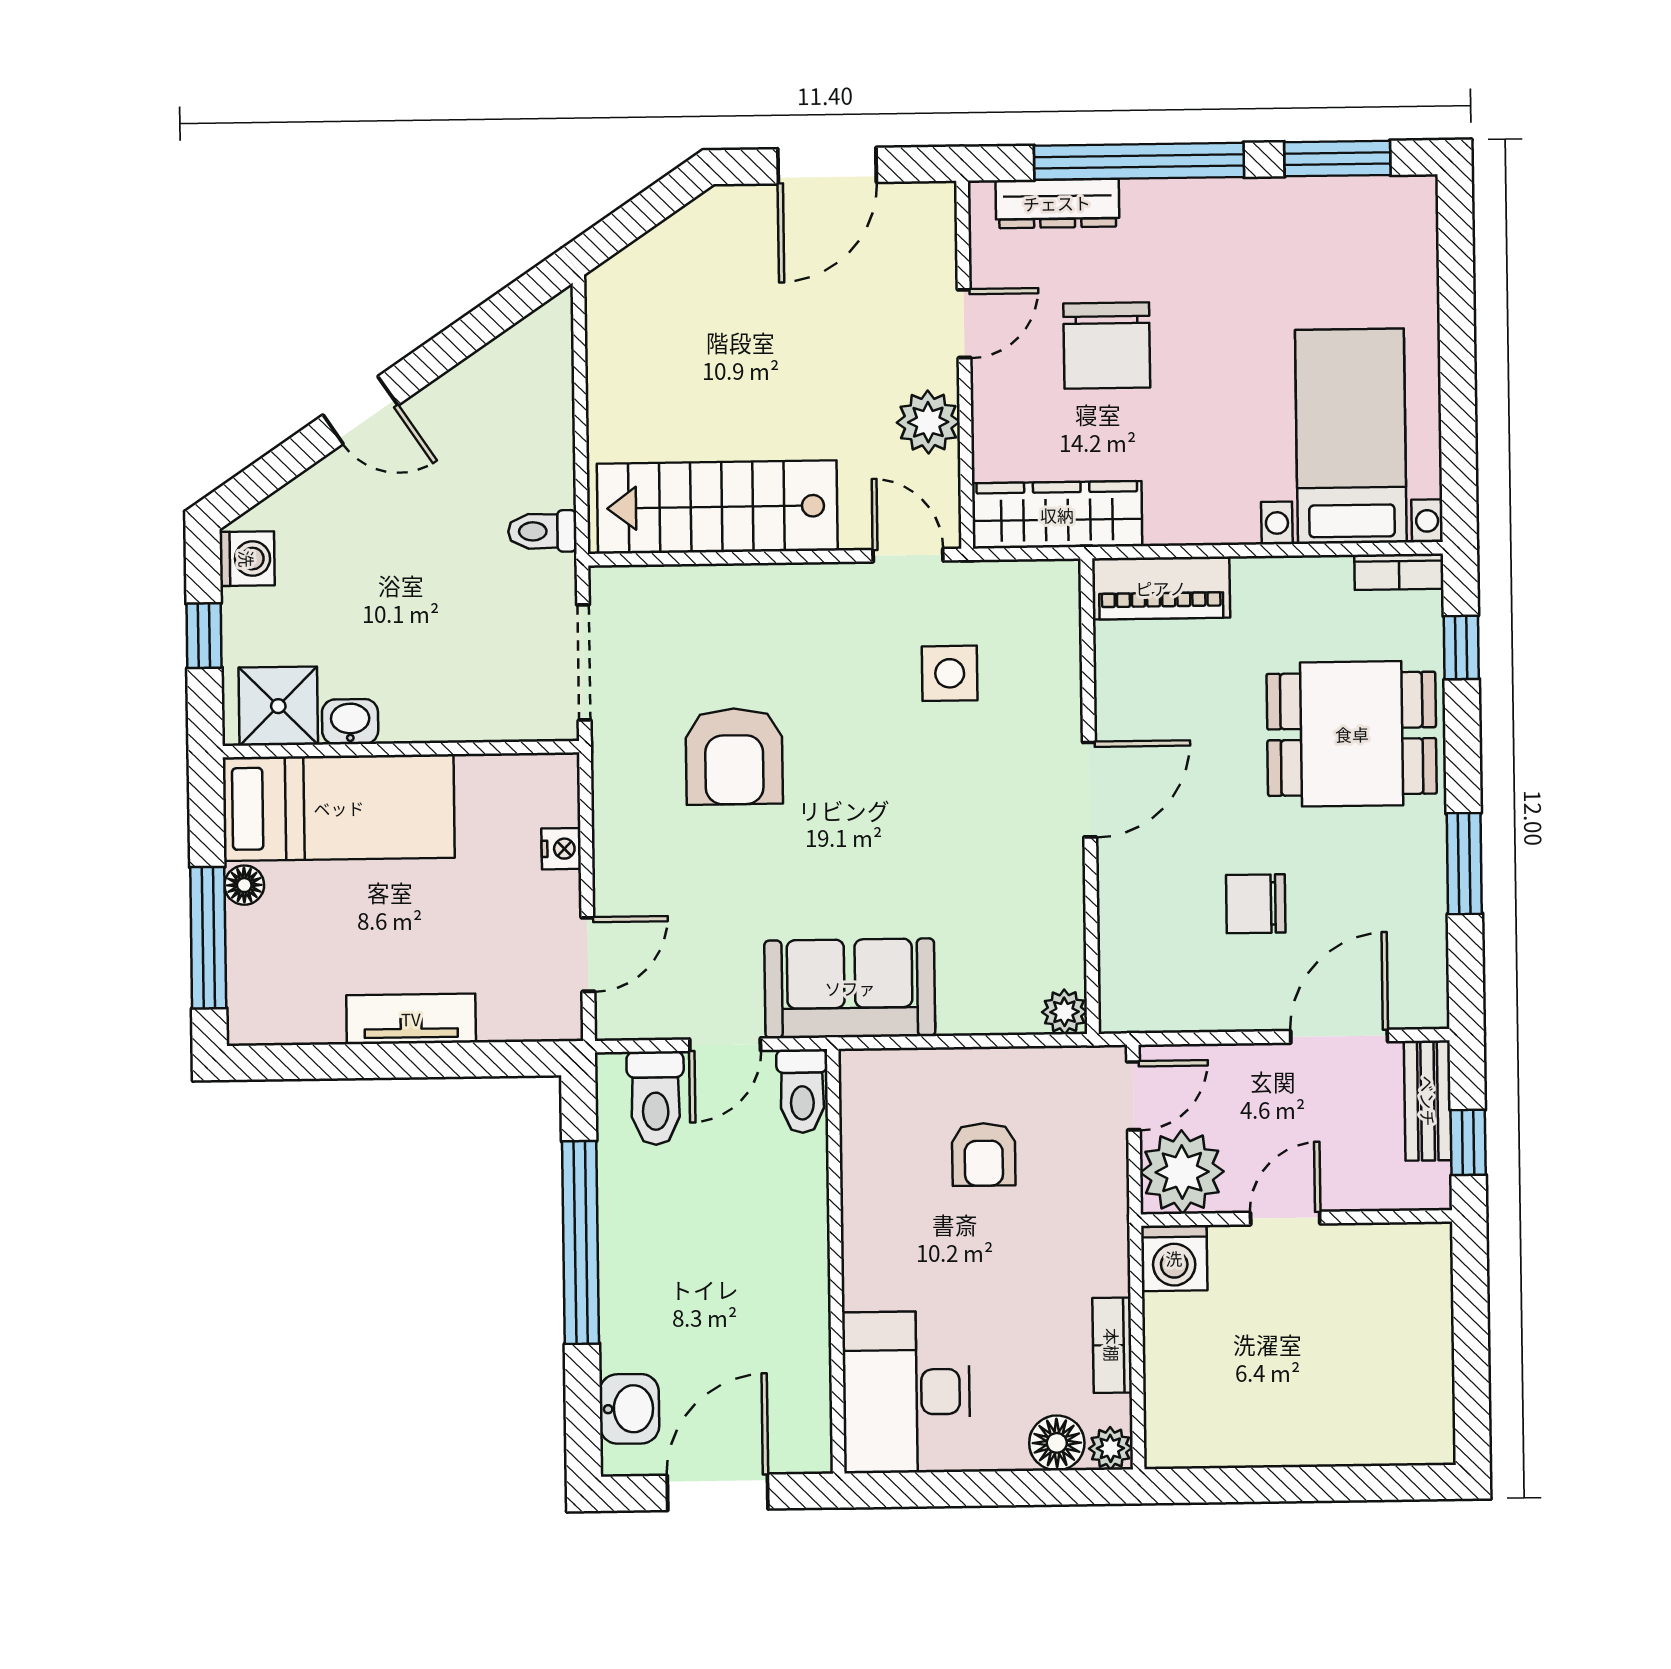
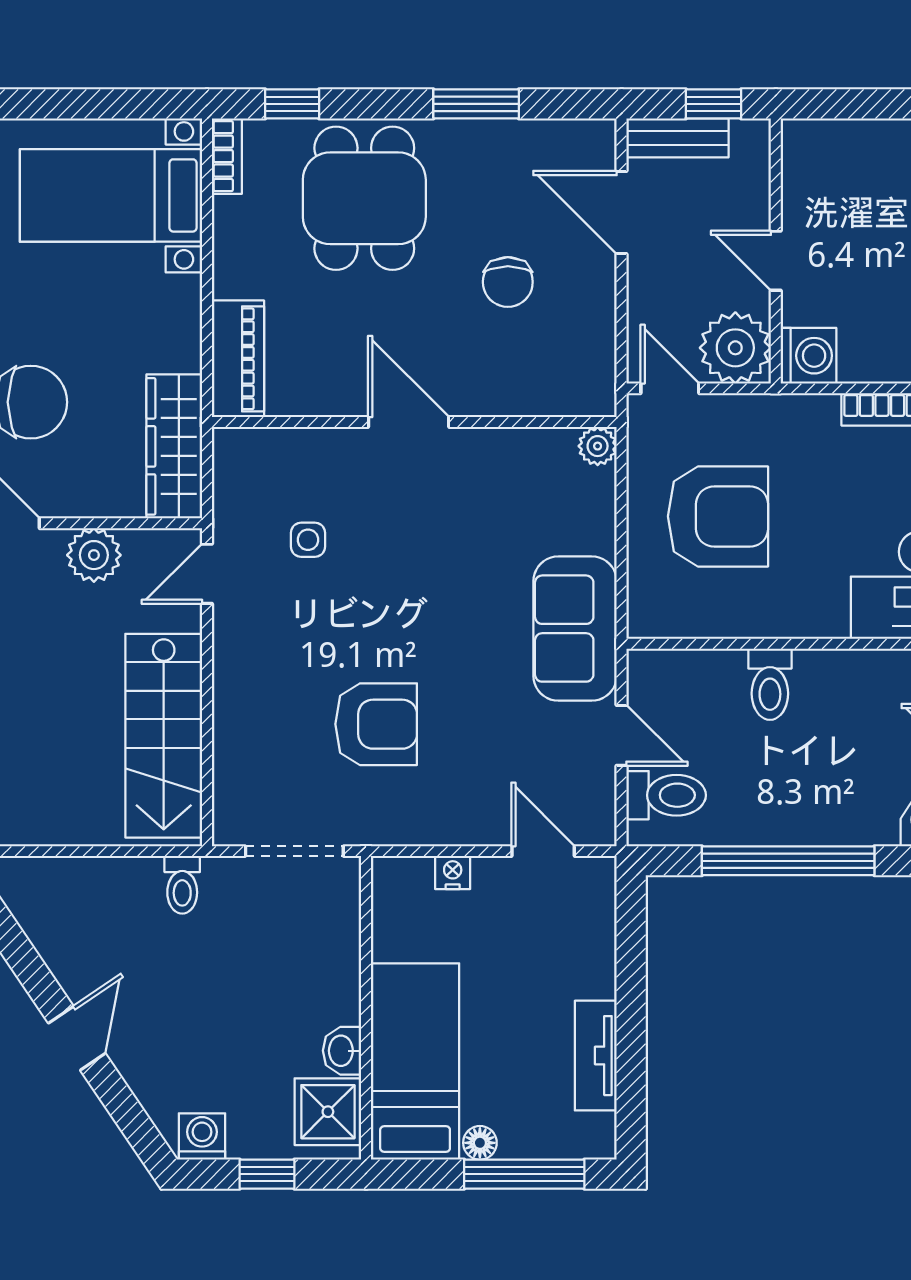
side table: (950, 673) -> (308, 540), width x0.73, depth x0.73
tv unit: (411, 1019) -> (596, 1056), moved
toilet: (802, 1091) -> (770, 684), moved, turned 90
armchair: (984, 1154) -> (718, 516), width x1.88, depth x1.88

